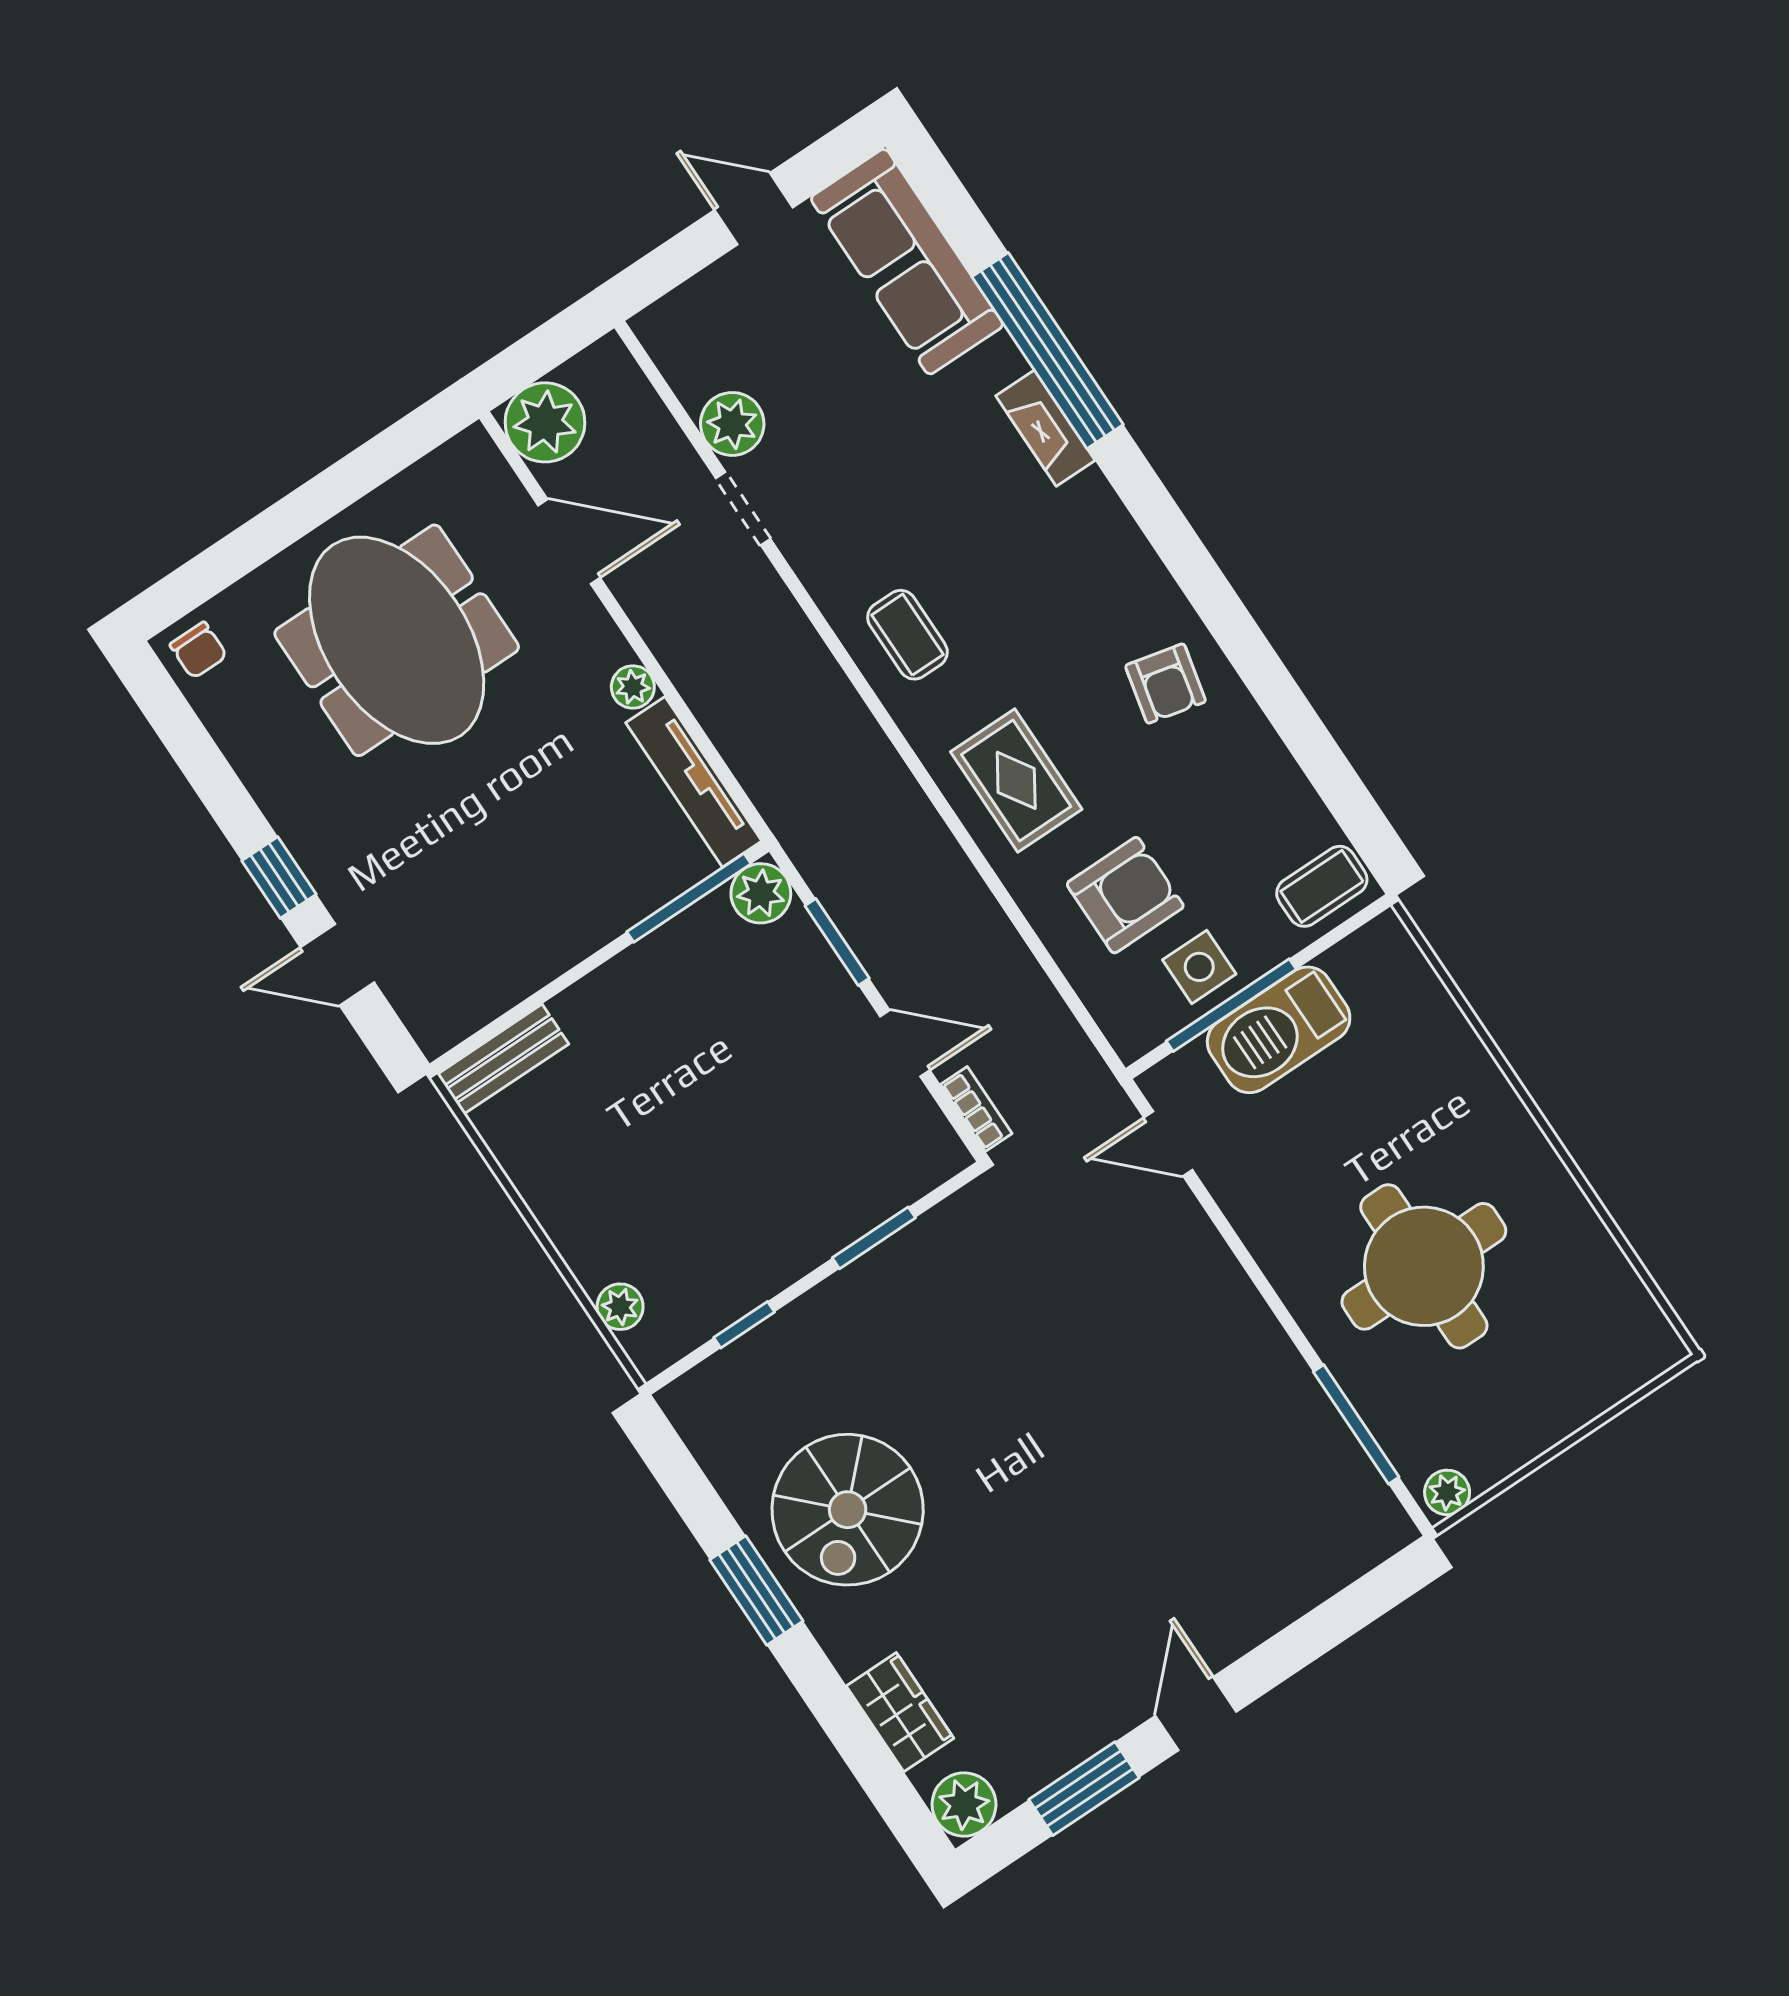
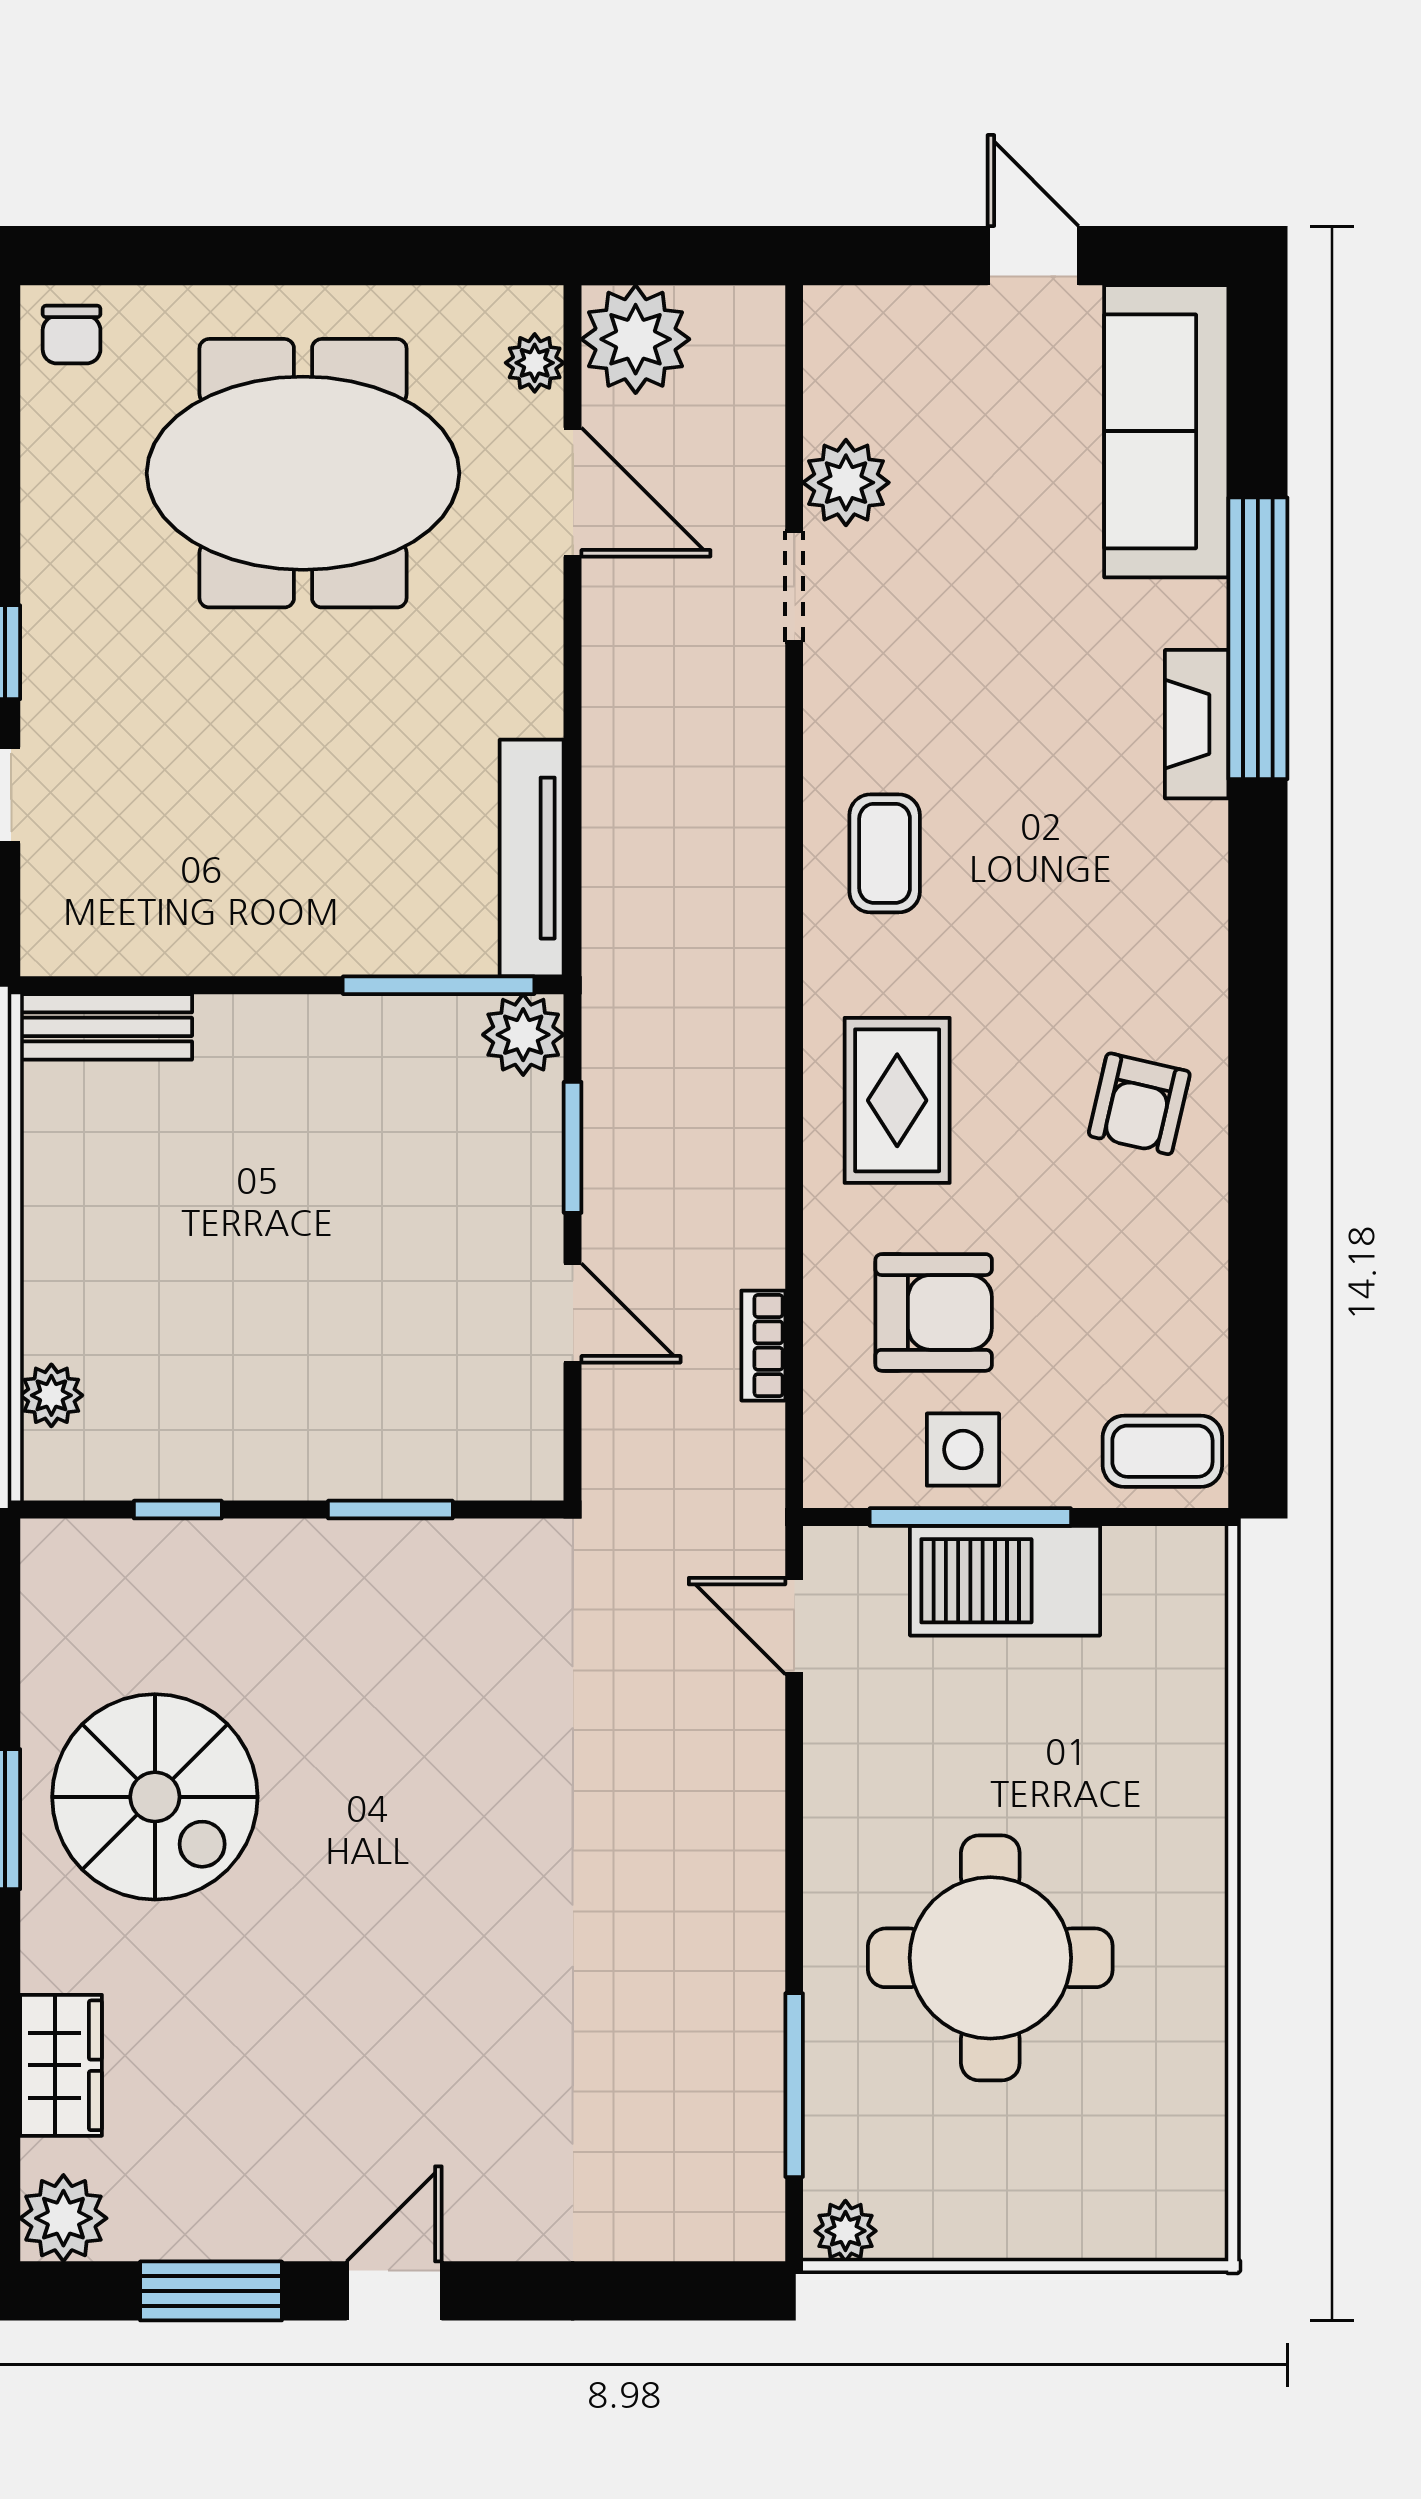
meeting table: (397, 640) -> (303, 473), turned 90
plant: (633, 687) -> (535, 363), moved
bookcase: (976, 1109) -> (763, 1346), moved, turned 180
spiral stairs: (848, 1510) -> (155, 1797), turned -90

